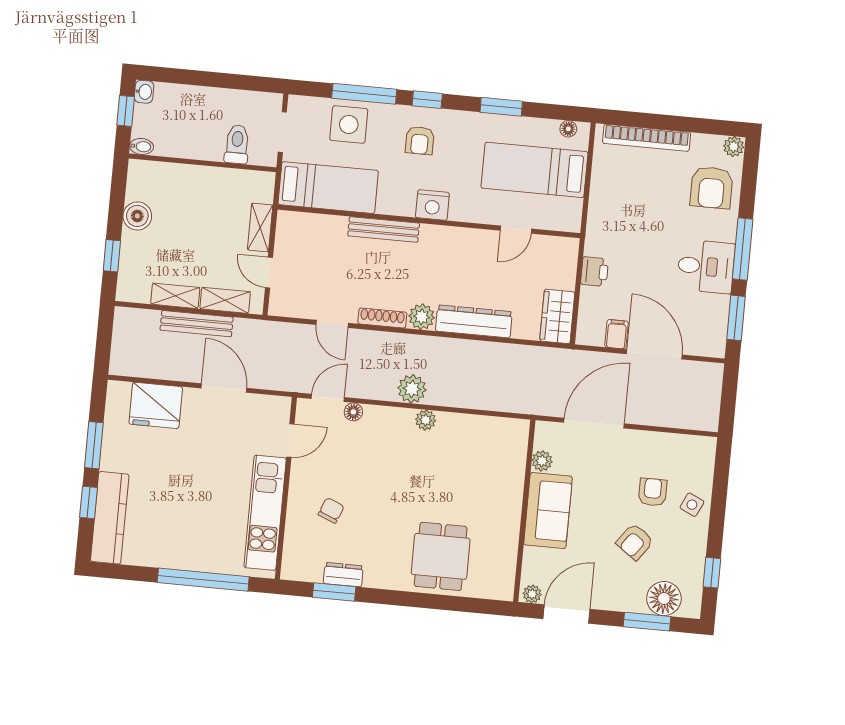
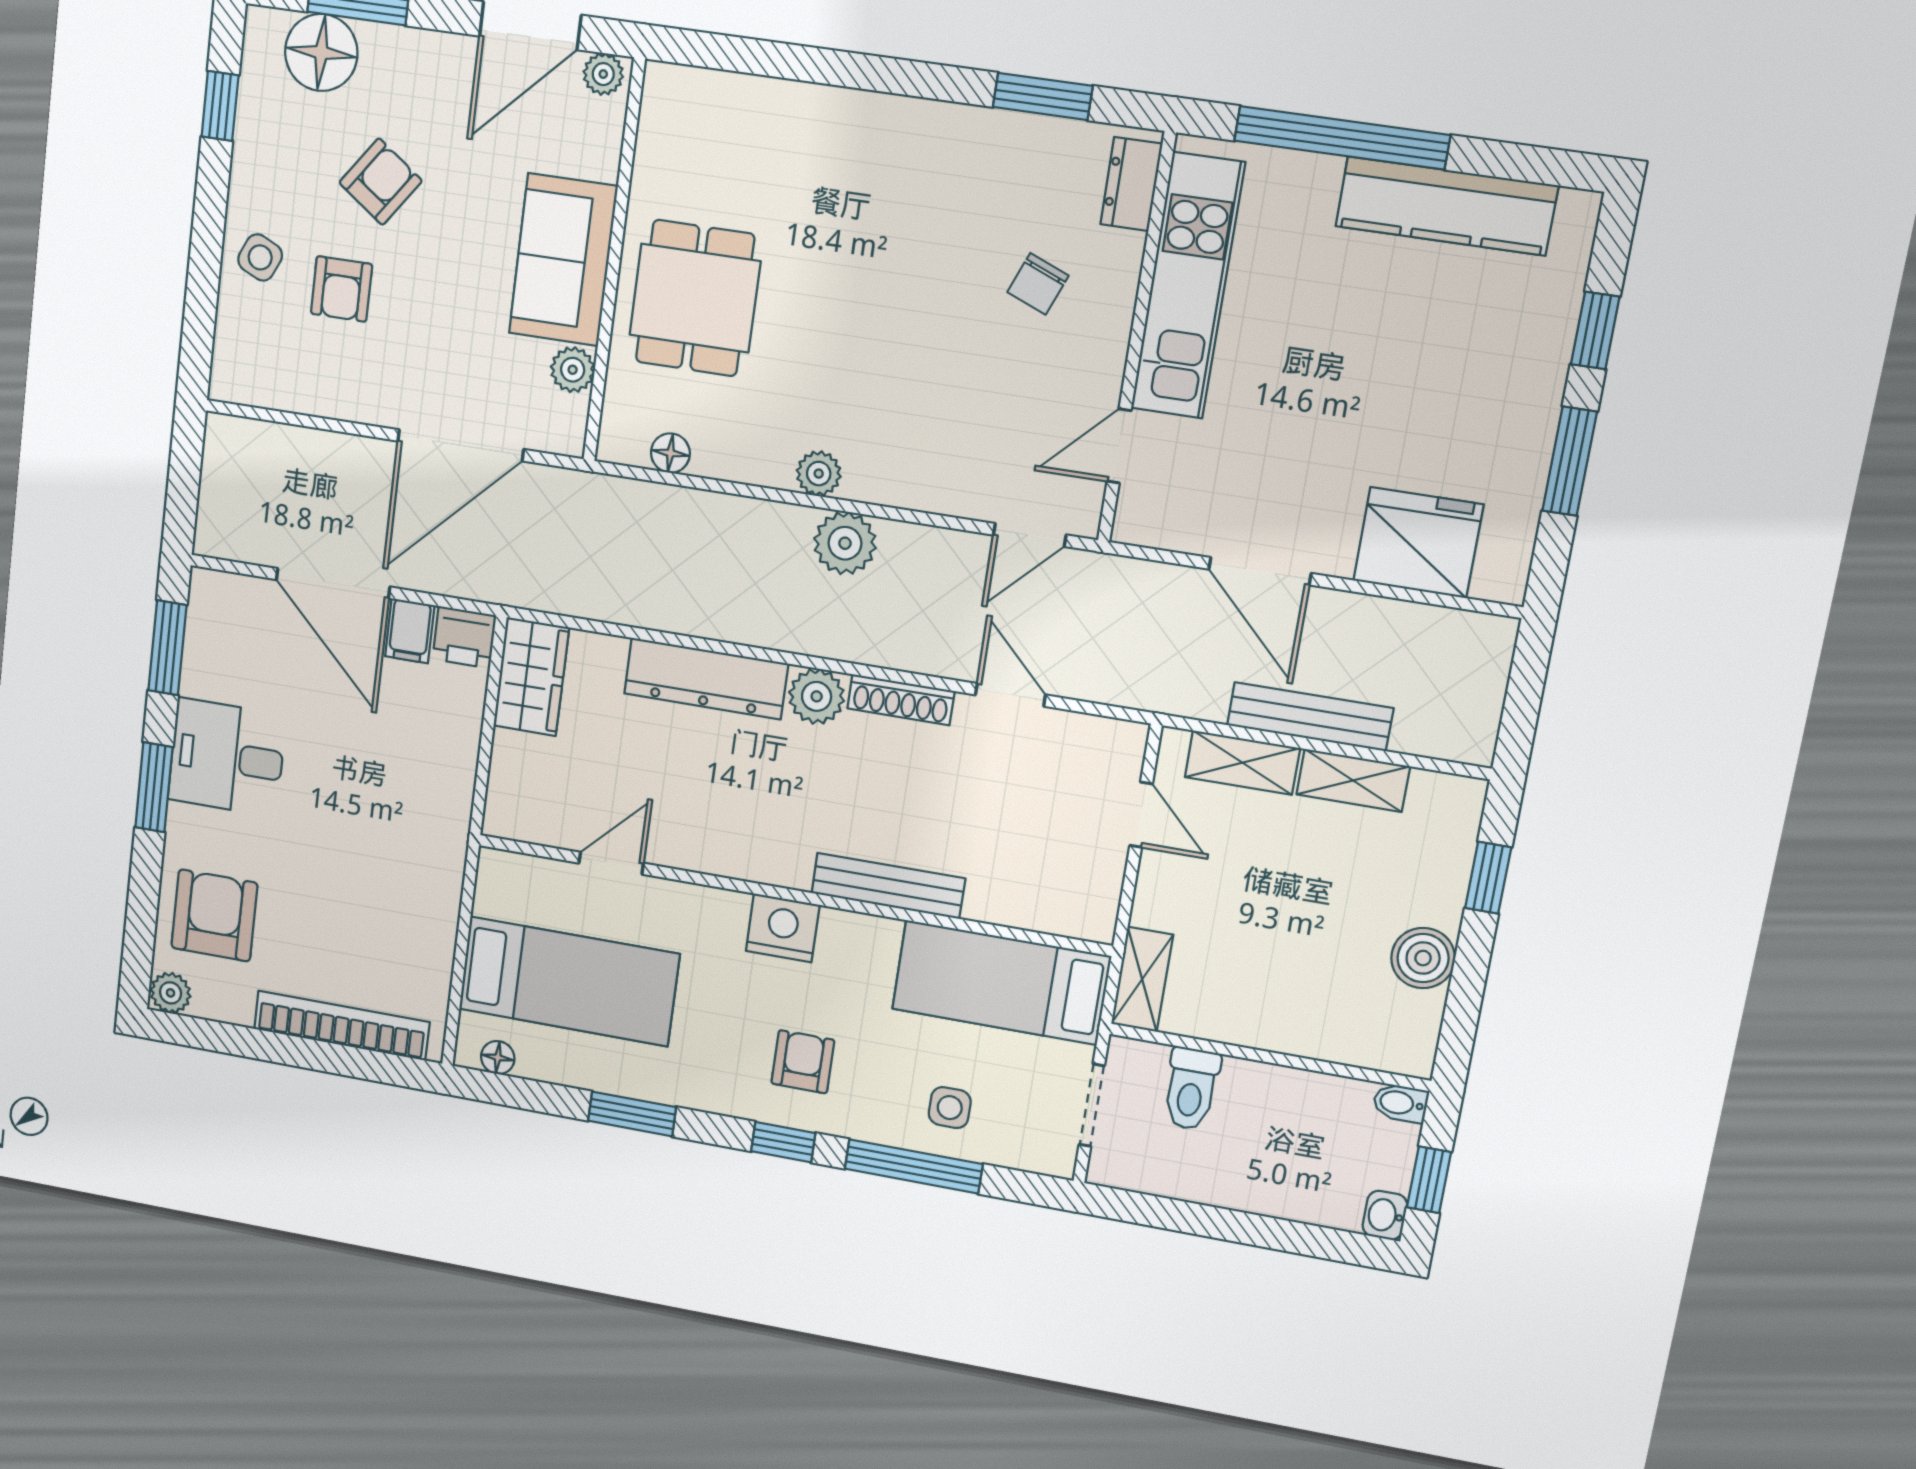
side table: (349, 124) -> (950, 1108), width x0.54, depth x0.54
shelving: (260, 227) -> (1142, 979), moved
window: (743, 249) -> (154, 787), width x0.69
printer: (595, 272) -> (464, 637), moved, turned -90
floor lamp: (353, 412) -> (670, 453), moved
kitchen counter: (110, 518) -> (1446, 206), moved, turned -90
dining table: (441, 556) -> (695, 298), moved
dresser: (343, 575) -> (1131, 184), moved, turned 90

